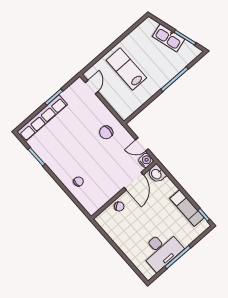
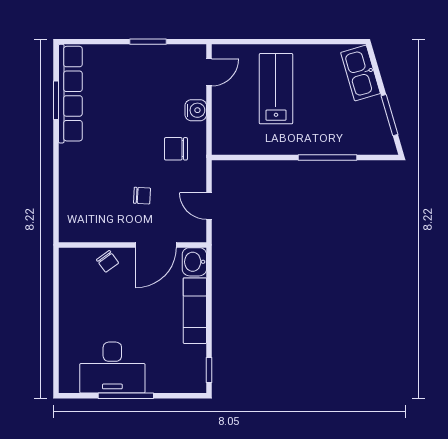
kitchen sink: (168, 38) -> (360, 73), moved
row of seats: (42, 118) -> (70, 94), moved, turned -90
water cooler: (146, 160) -> (196, 110), moved
chair: (79, 182) -> (142, 196), moved
exam couch: (187, 208) -> (195, 311), moved

